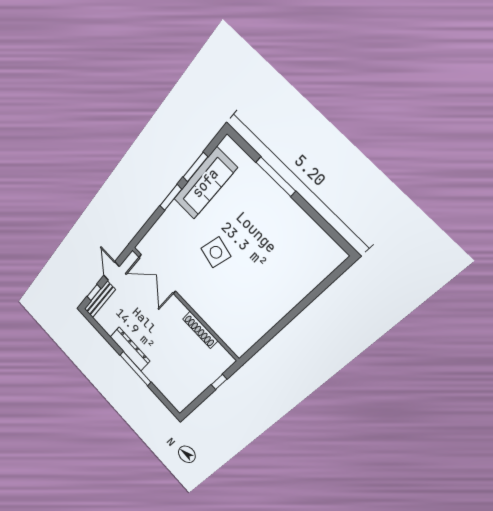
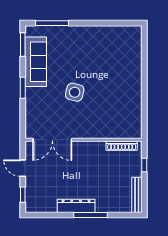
window: (195, 167) -> (23, 45), moved
window: (276, 177) -> (52, 23), moved
bench: (100, 299) -> (137, 195), moved
shoe rack: (200, 330) -> (122, 146), moved

